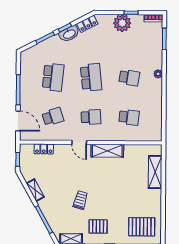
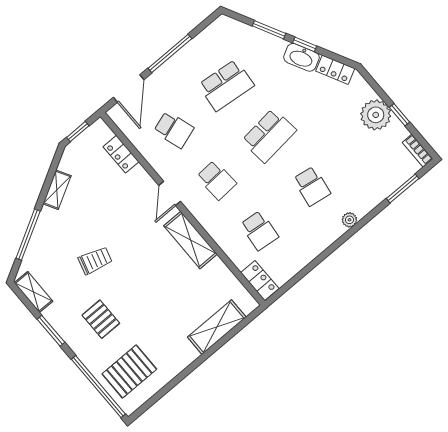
locker: (151, 136) -> (260, 281), added
pallet: (98, 226) -> (101, 319), moved
pallet: (142, 227) -> (129, 372), turned 90

